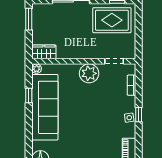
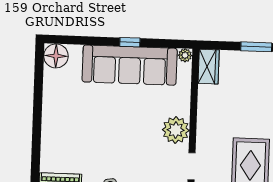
window: (29, 95) -> (130, 42), moved

